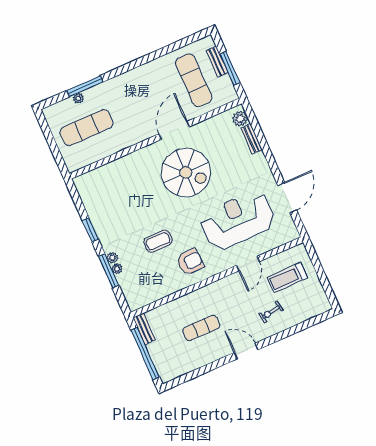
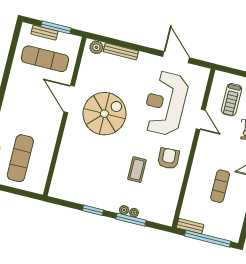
bench: (252, 139) -> (121, 51), width x1.36

